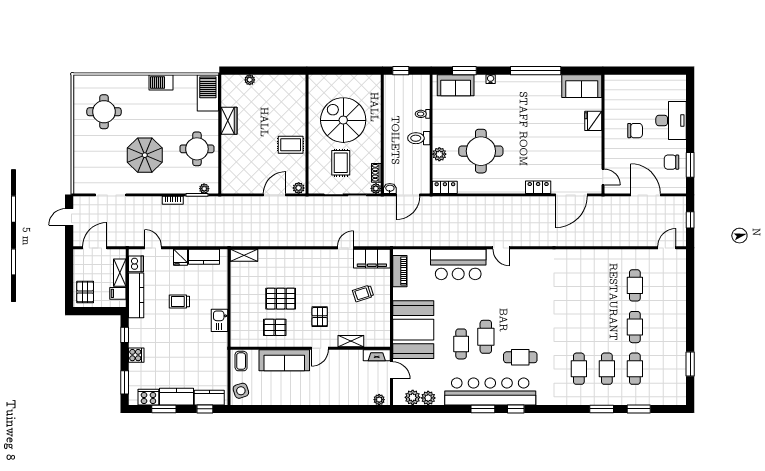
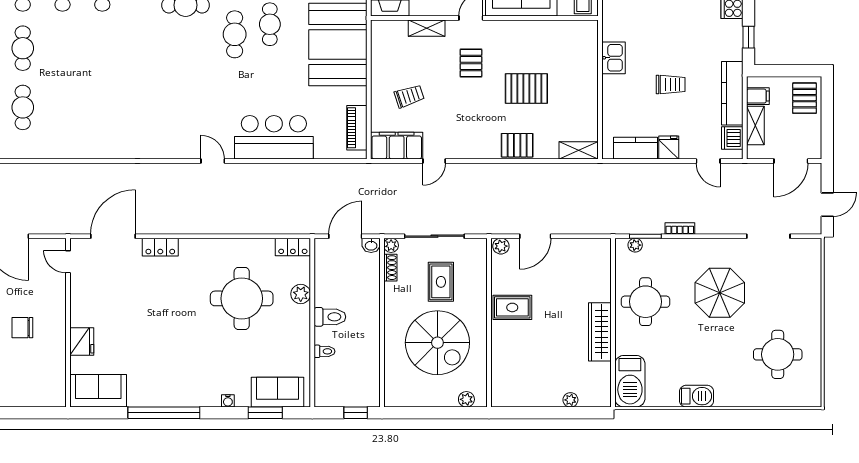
plant: (323, 80) -> (466, 399), added
wardrobe: (229, 121) -> (600, 332), width x1.50
pallet: (275, 327) -> (517, 145), moved

